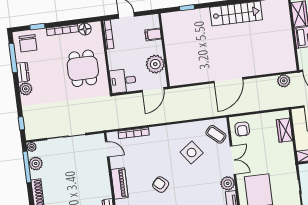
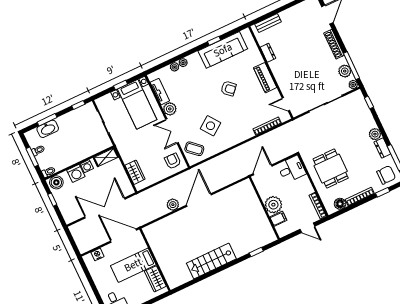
chair: (28, 43) -> (386, 175), turned 90
plant: (155, 64) -> (273, 205), moved
plant: (284, 81) -> (173, 205), moved

